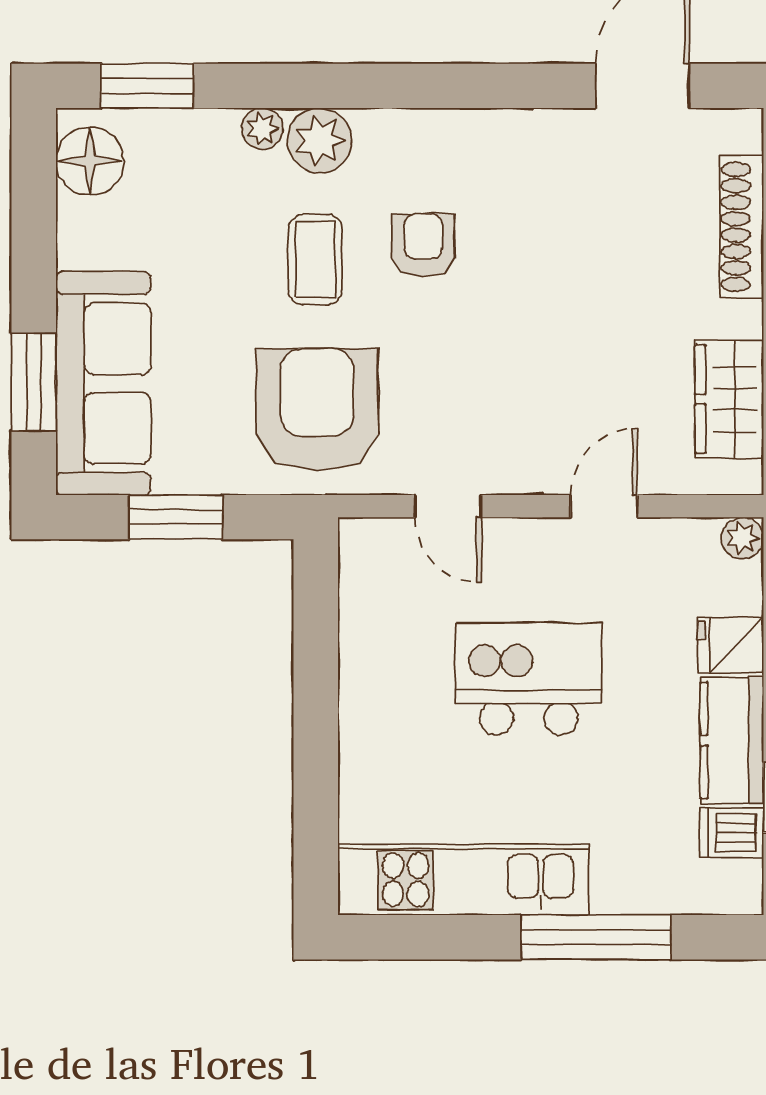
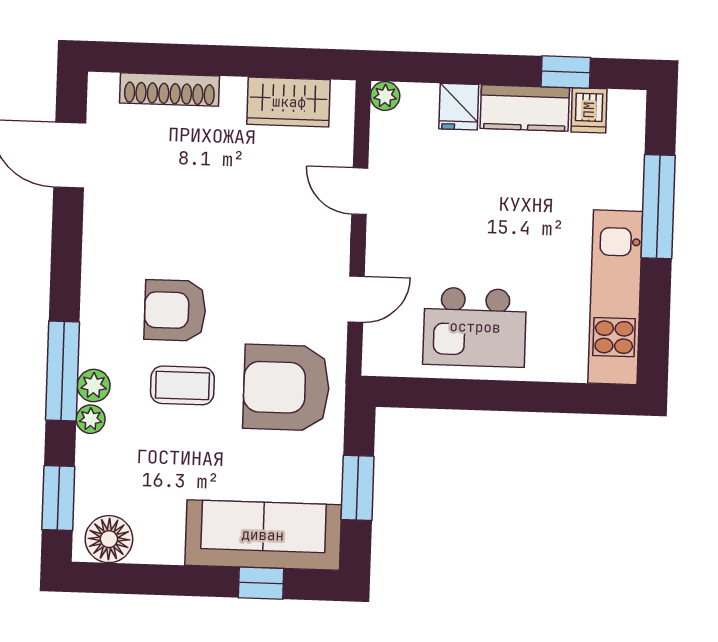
window: (330, 86) -> (63, 371), added
plant: (320, 140) -> (94, 386), width x0.73, depth x0.73
armchair: (423, 245) -> (175, 310), width x1.38, depth x1.38
window: (34, 382) -> (261, 583), width x0.67
kitchen island: (529, 679) -> (475, 327), moved, turned -90

